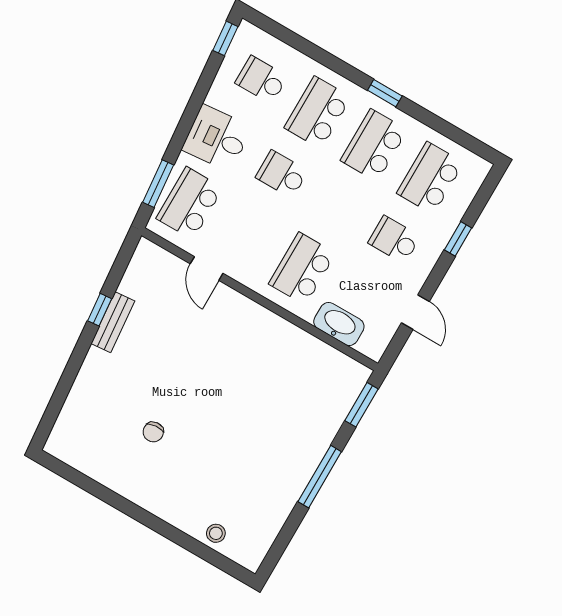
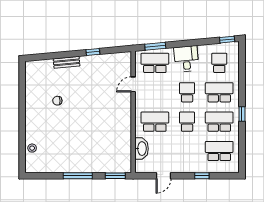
school desk: (394, 240) -> (187, 122), moved
bench: (113, 322) -> (67, 62), moved

